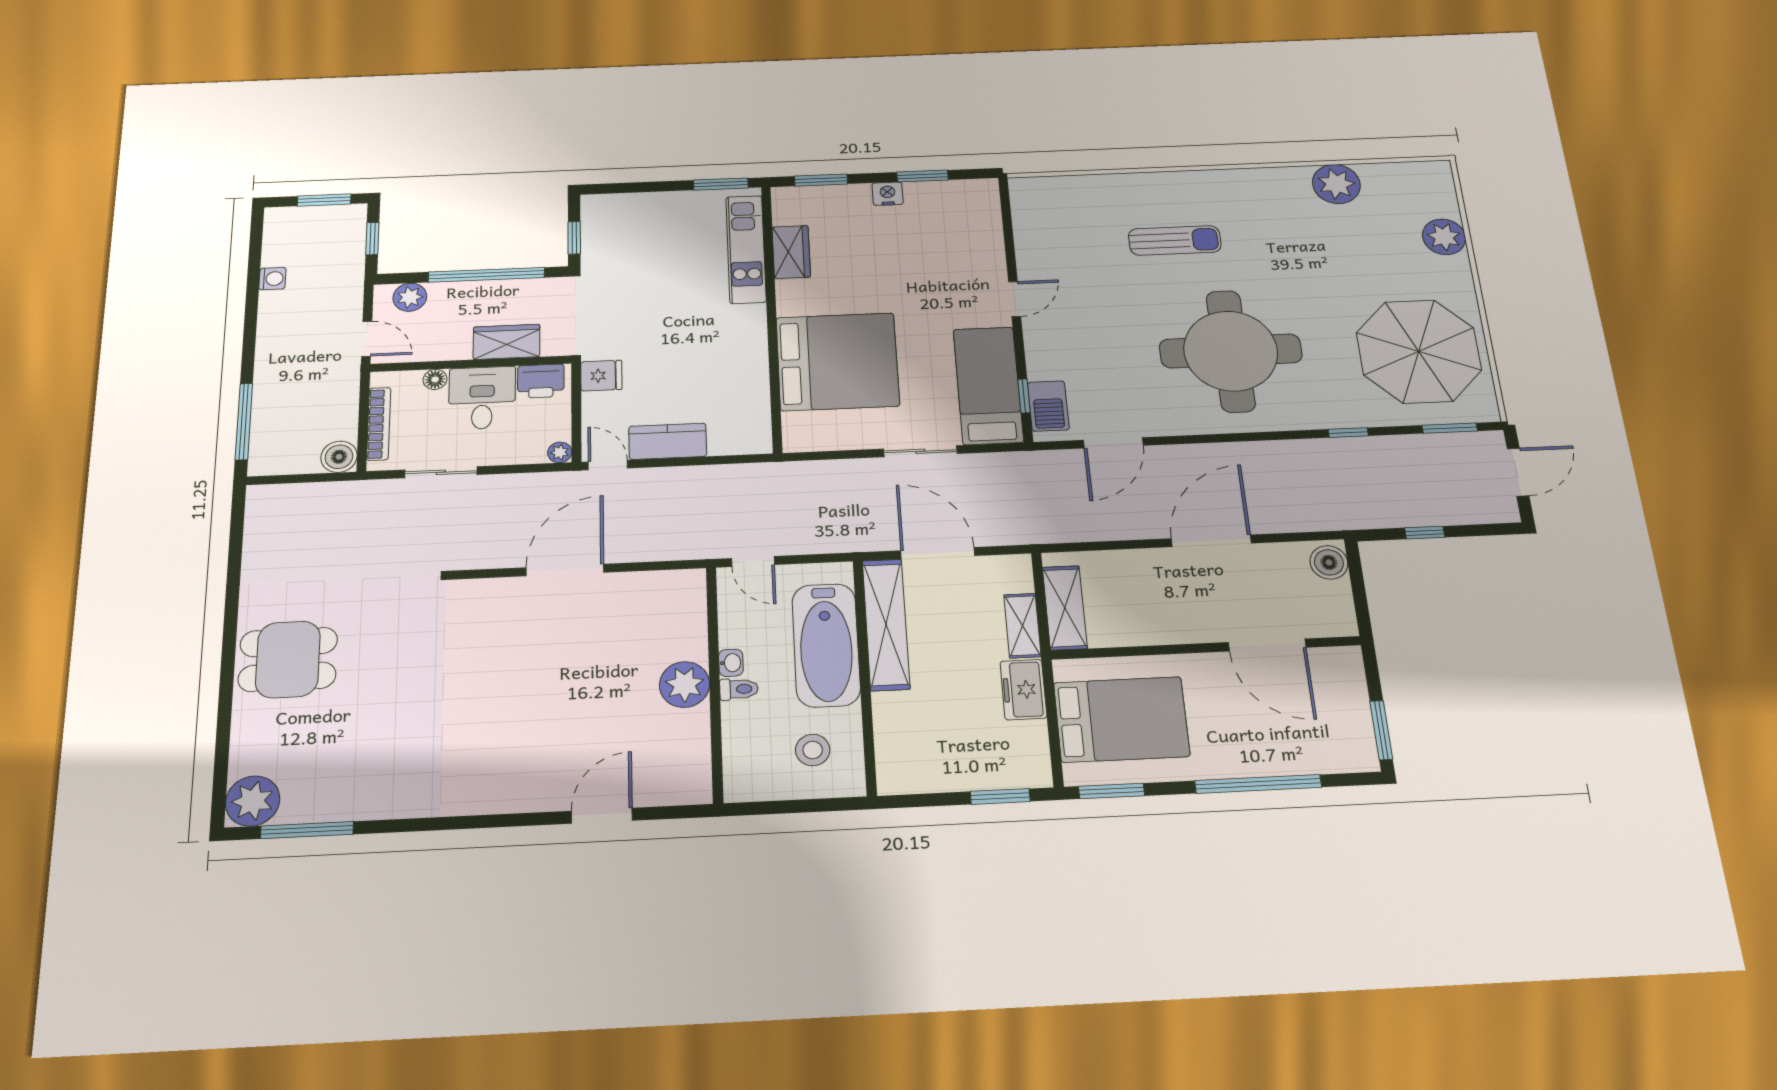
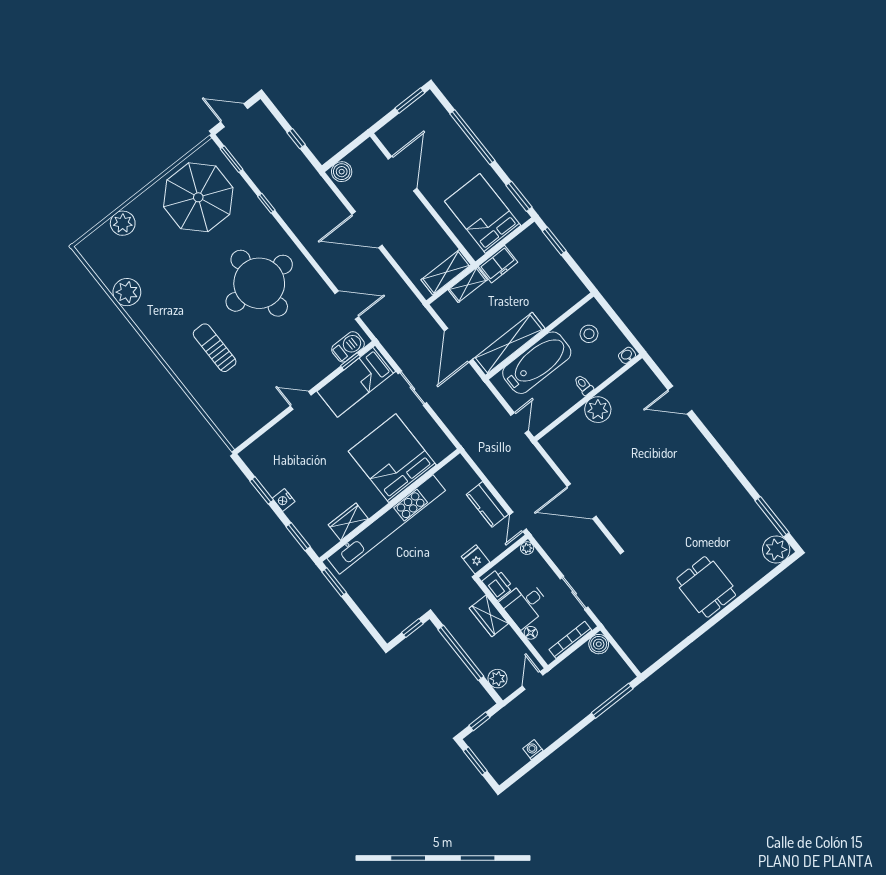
kitchen unit: (746, 249) -> (386, 524), width x1.86
washbasin: (731, 663) -> (627, 355), moved

